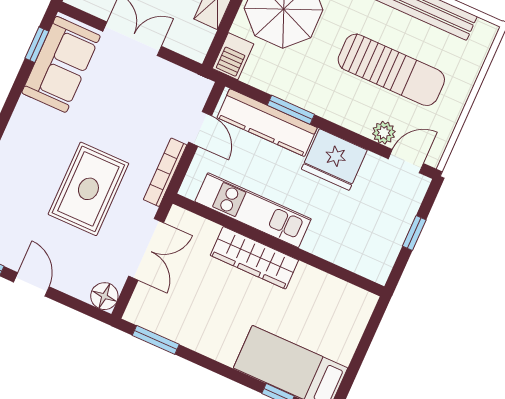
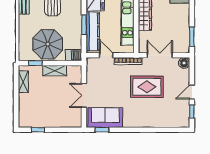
door: (200, 129) -> (106, 55), hinge flipped

